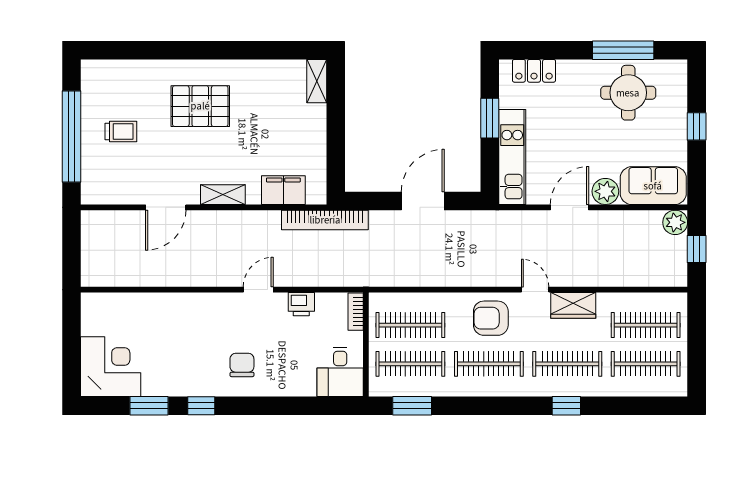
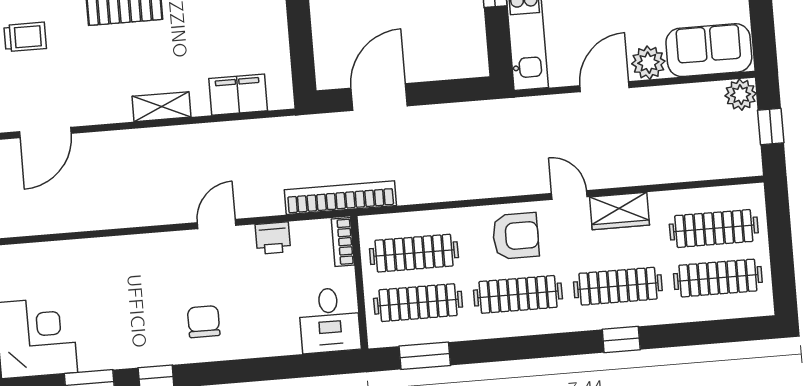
door: (423, 201) -> (379, 97), moved
door: (166, 207) -> (45, 133), moved
bookcase: (325, 220) -> (340, 198), moved, turned 180
armchair: (491, 318) -> (516, 236), turned 180

